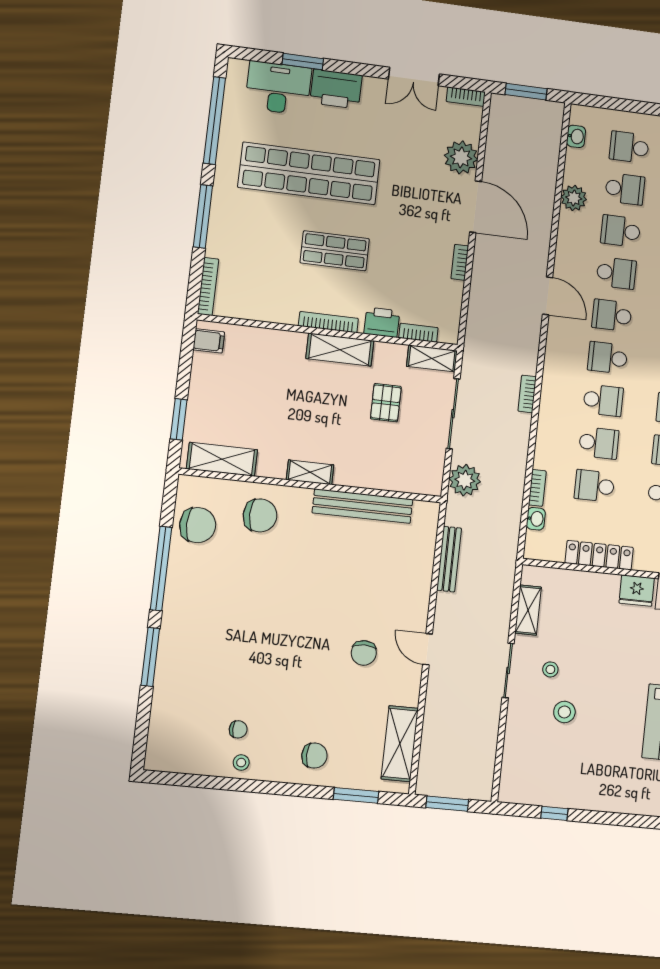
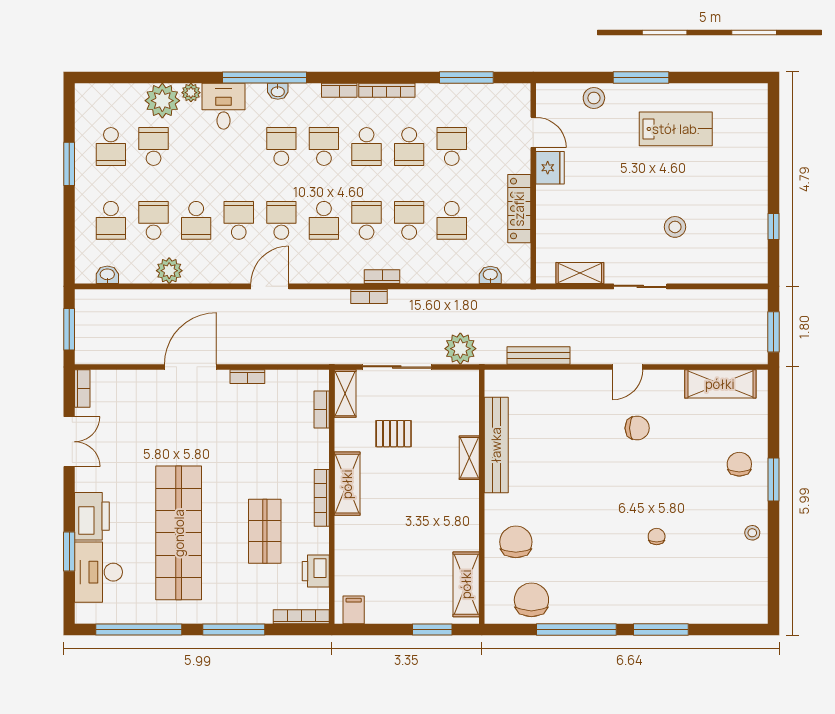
plant: (461, 157) -> (143, 387), removed
shop shelf: (335, 251) -> (265, 531), moved
school desk: (612, 315) -> (281, 220), turned 180
printer: (382, 322) -> (316, 571), moved
shelving: (310, 472) -> (469, 458), moved
bookcase: (537, 488) -> (382, 277), moved
stool: (550, 669) -> (635, 245), removed
chair: (238, 729) -> (657, 537), moved
window: (356, 795) -> (773, 480), moved

